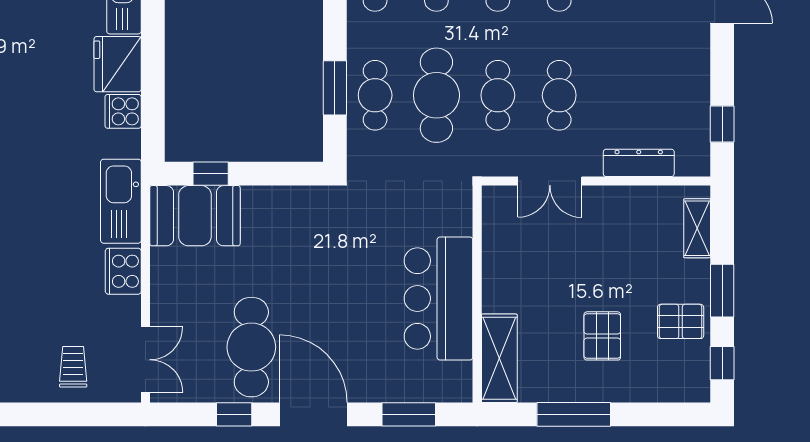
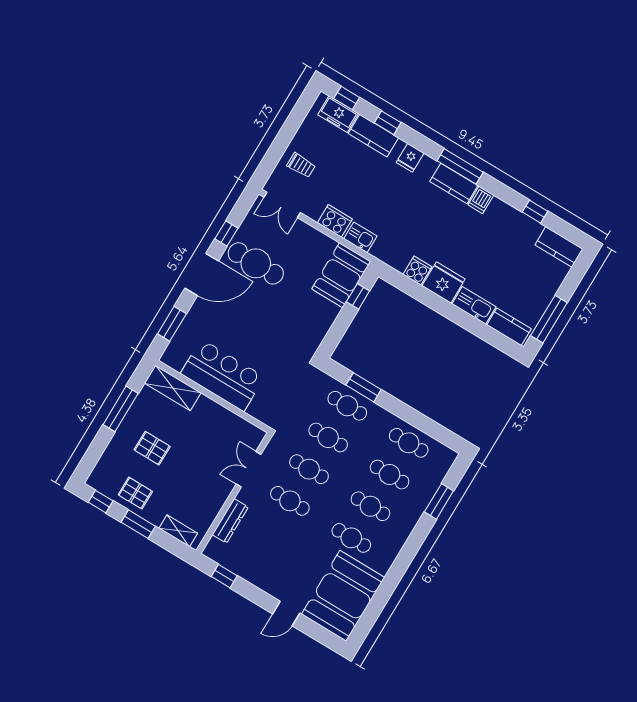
cafe table: (436, 95) -> (328, 437), width x0.73, depth x0.74
kitchen sink: (121, 201) -> (360, 237), width x0.53, depth x0.81
pallet: (681, 321) -> (135, 493), turned 90

